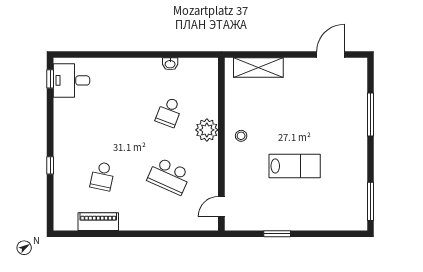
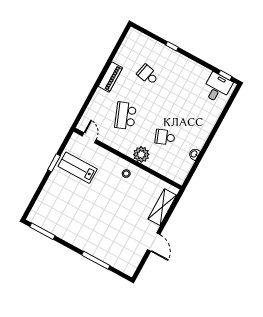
door: (330, 55) -> (154, 242), moved
school desk: (169, 112) -> (165, 137), turned -42
lab bench: (295, 166) -> (78, 168), moved, turned 90
school desk: (169, 176) -> (126, 116), turned -45
piano: (98, 222) -> (110, 77), moved

